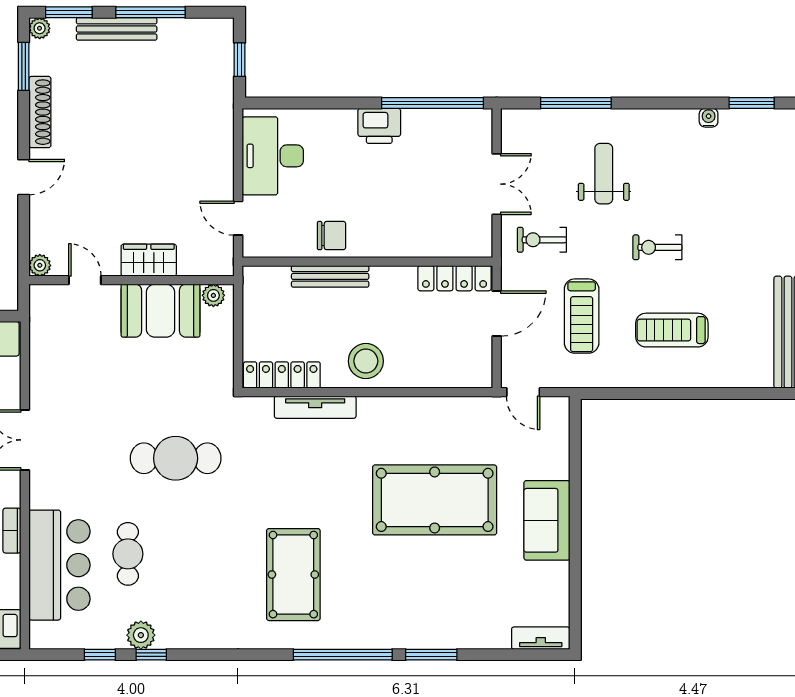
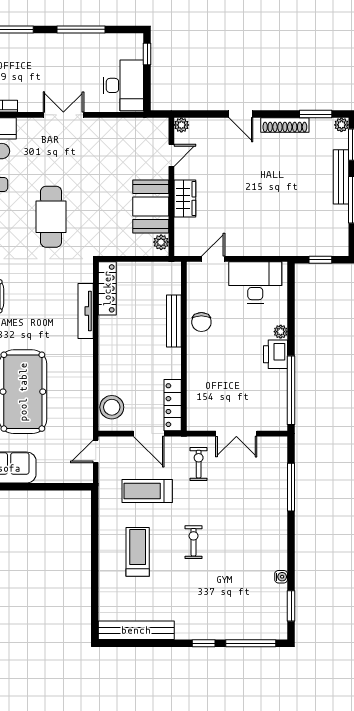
plant: (346, 118) -> (281, 332), added
weight bench: (604, 174) -> (243, 506), removed
stool: (366, 361) -> (112, 407), moved

